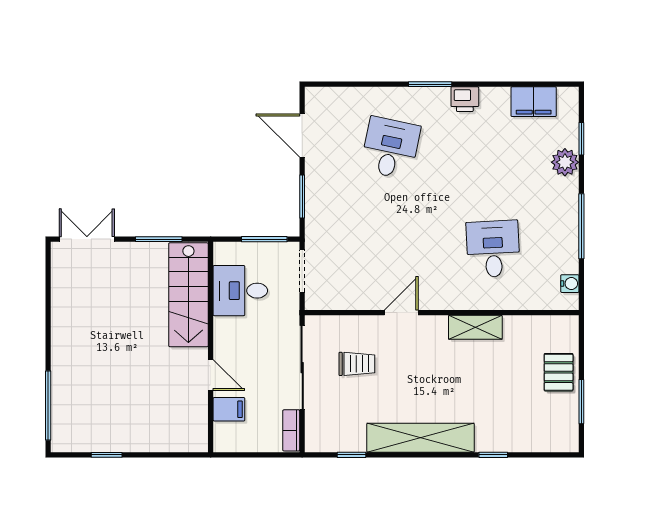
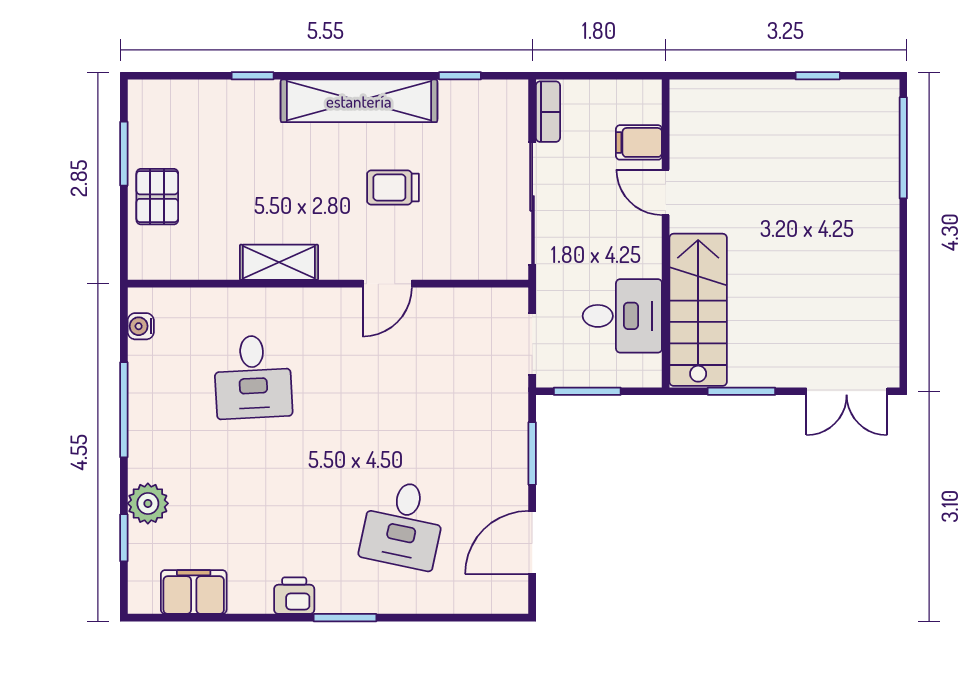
door: (302, 136) -> (532, 543), swing flipped
trolley: (357, 364) -> (393, 188), moved

